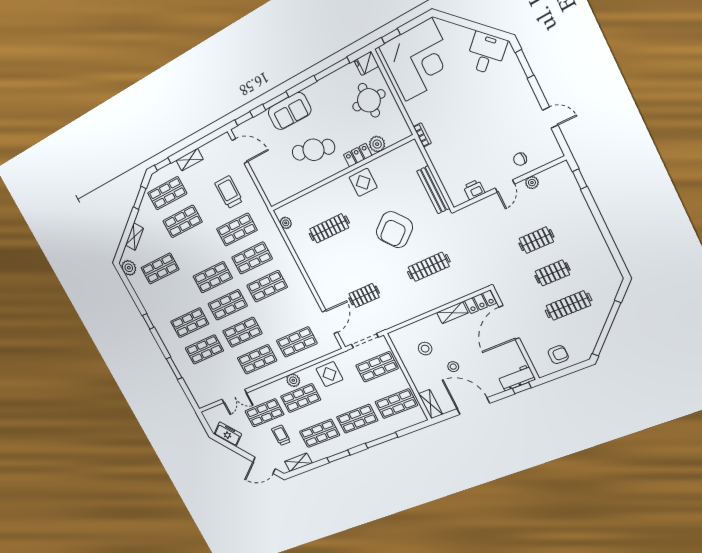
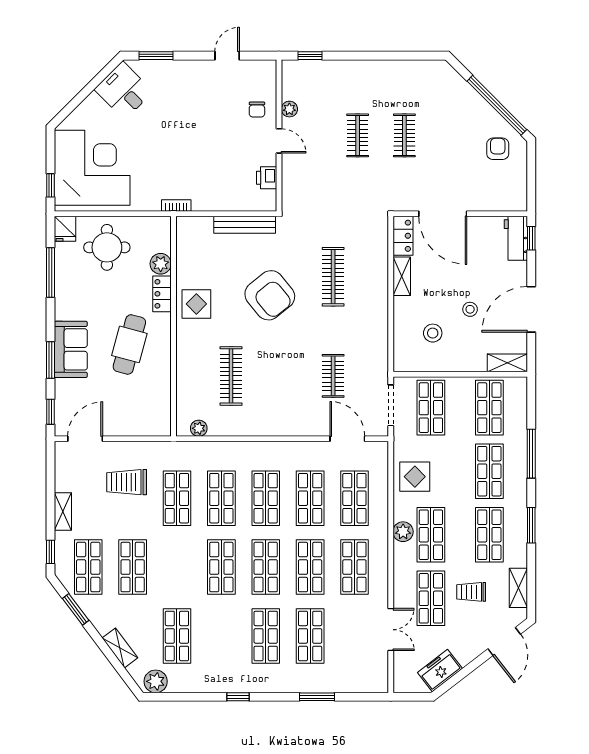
clothes rail: (568, 305) -> (451, 135), removed
shop shelf: (282, 314) -> (310, 498), added
armchair: (558, 355) -> (498, 149), moved

